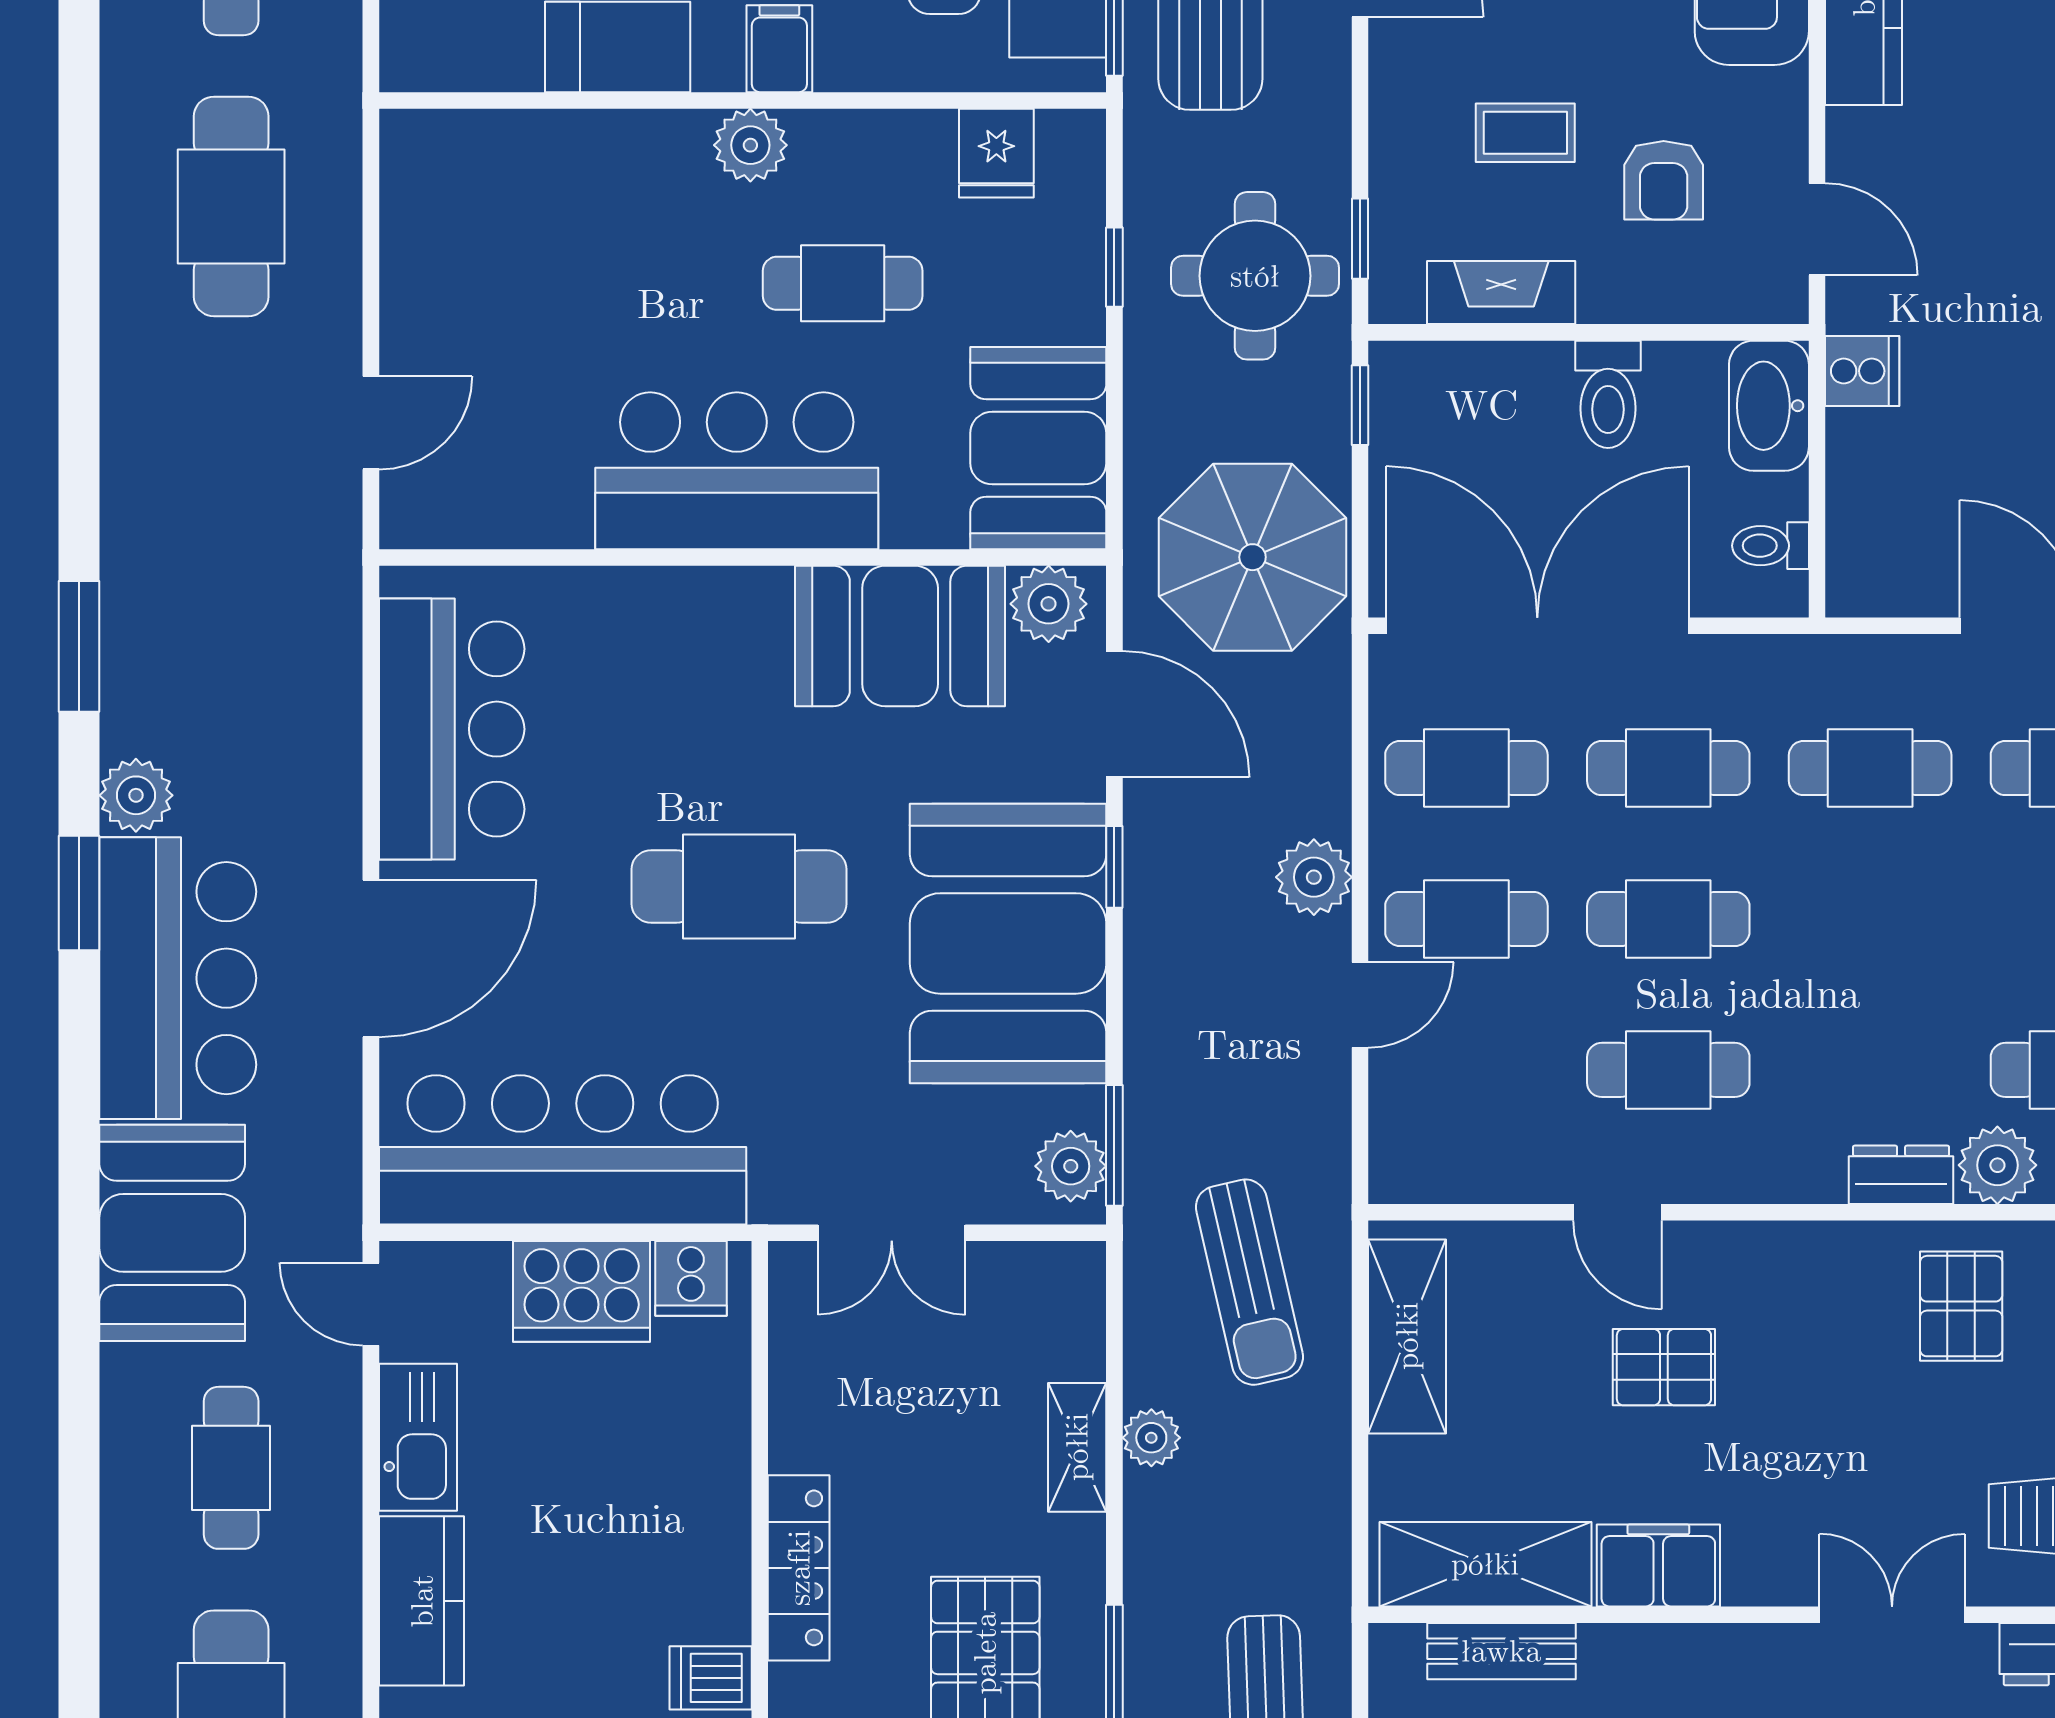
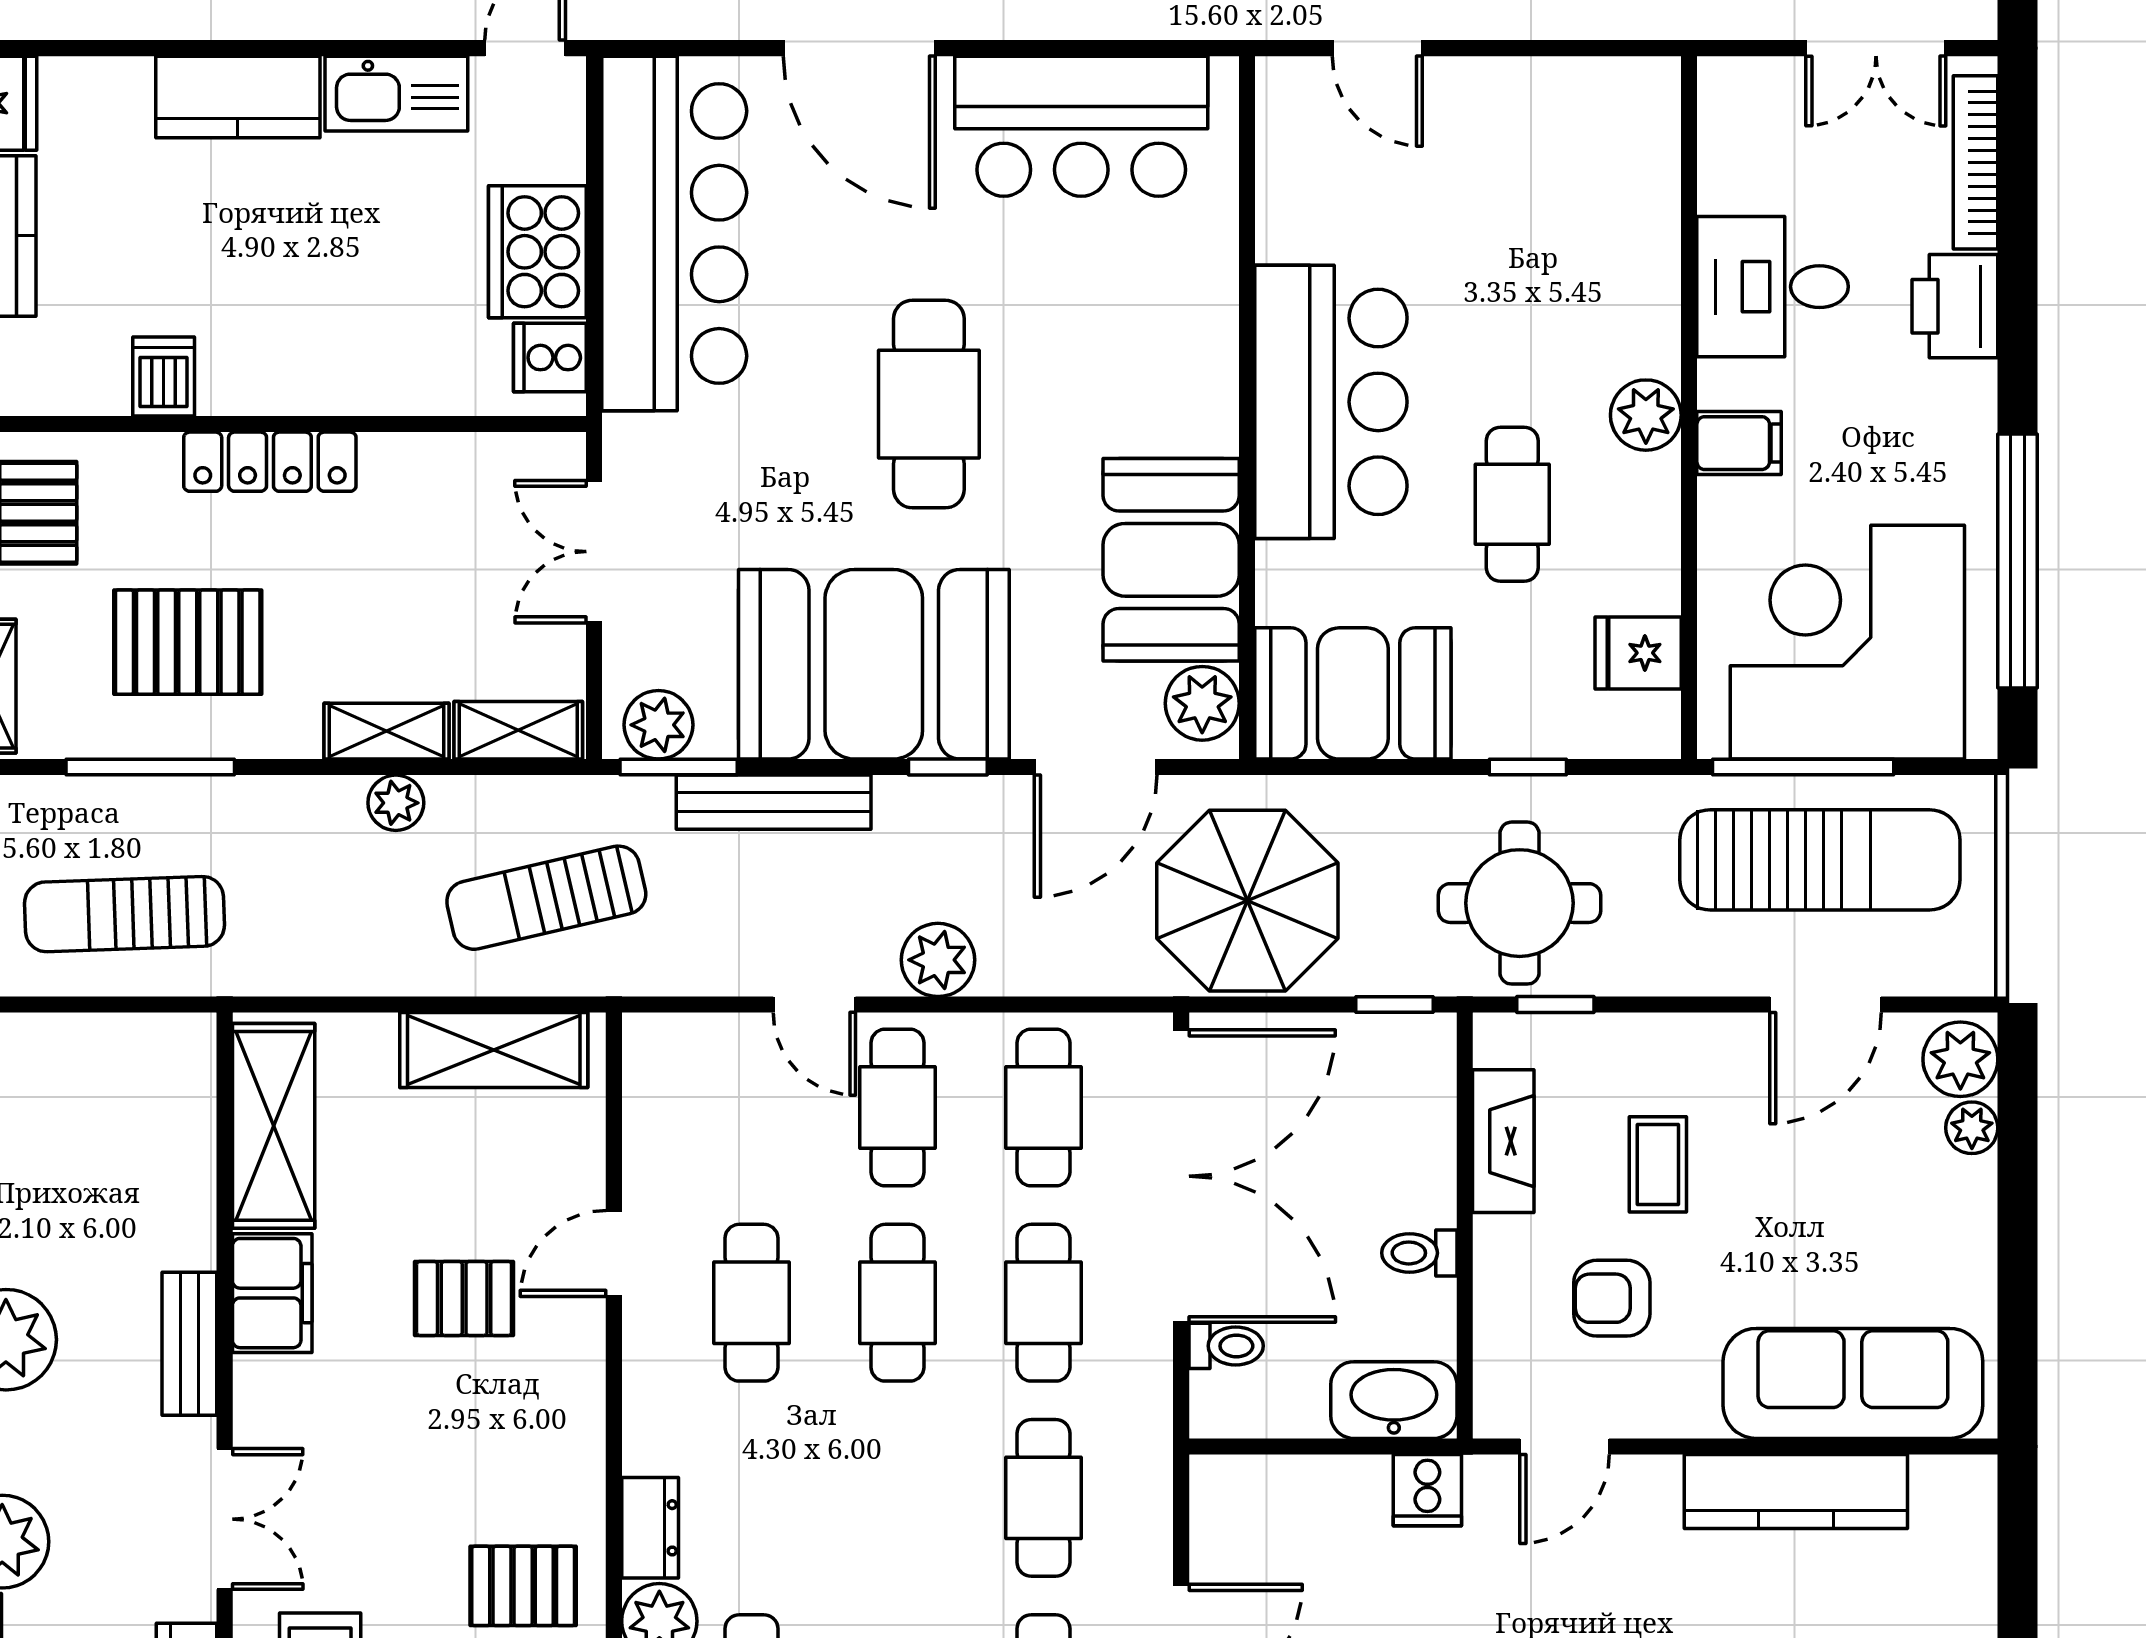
toilet: (1608, 394) -> (1419, 1253), width x0.73, depth x0.72
toilet: (1770, 546) -> (1226, 1346), moved, turned 90
bench: (1151, 1047) -> (774, 802), added
shelving: (1076, 1311) -> (518, 730), added
pallet: (1664, 1367) -> (464, 1298), turned 90
bench: (1501, 1651) -> (189, 1344), moved

